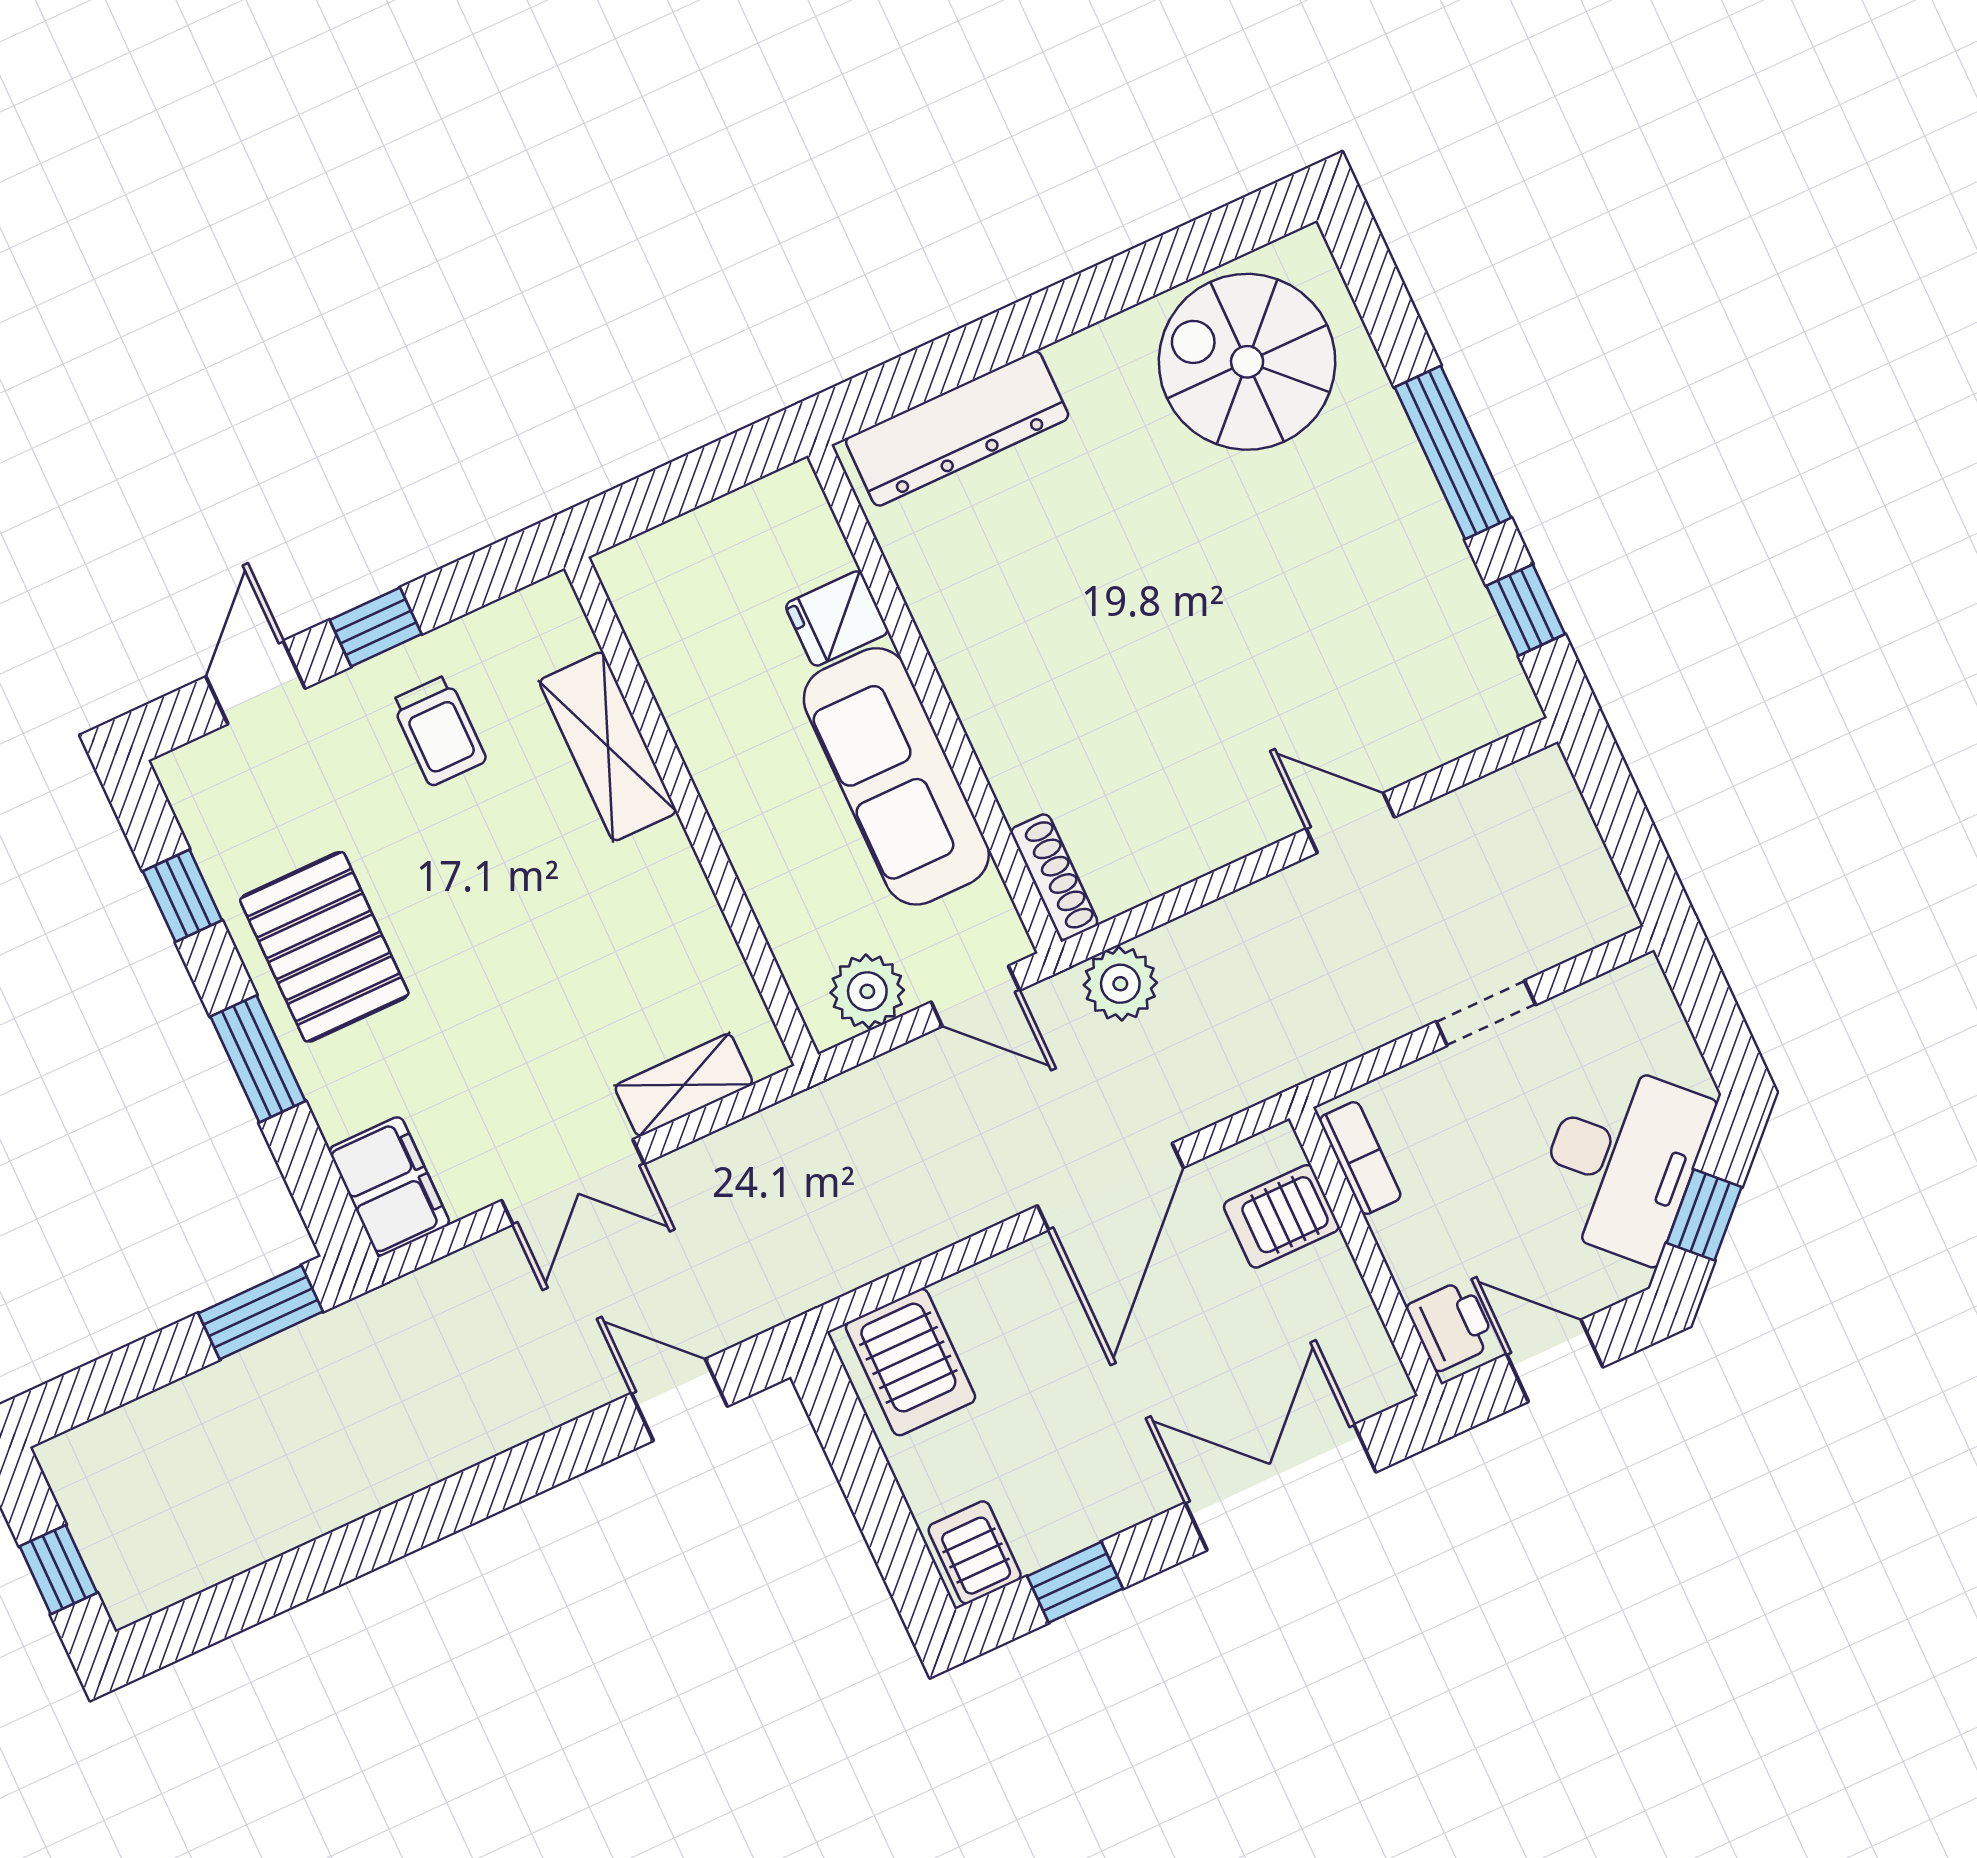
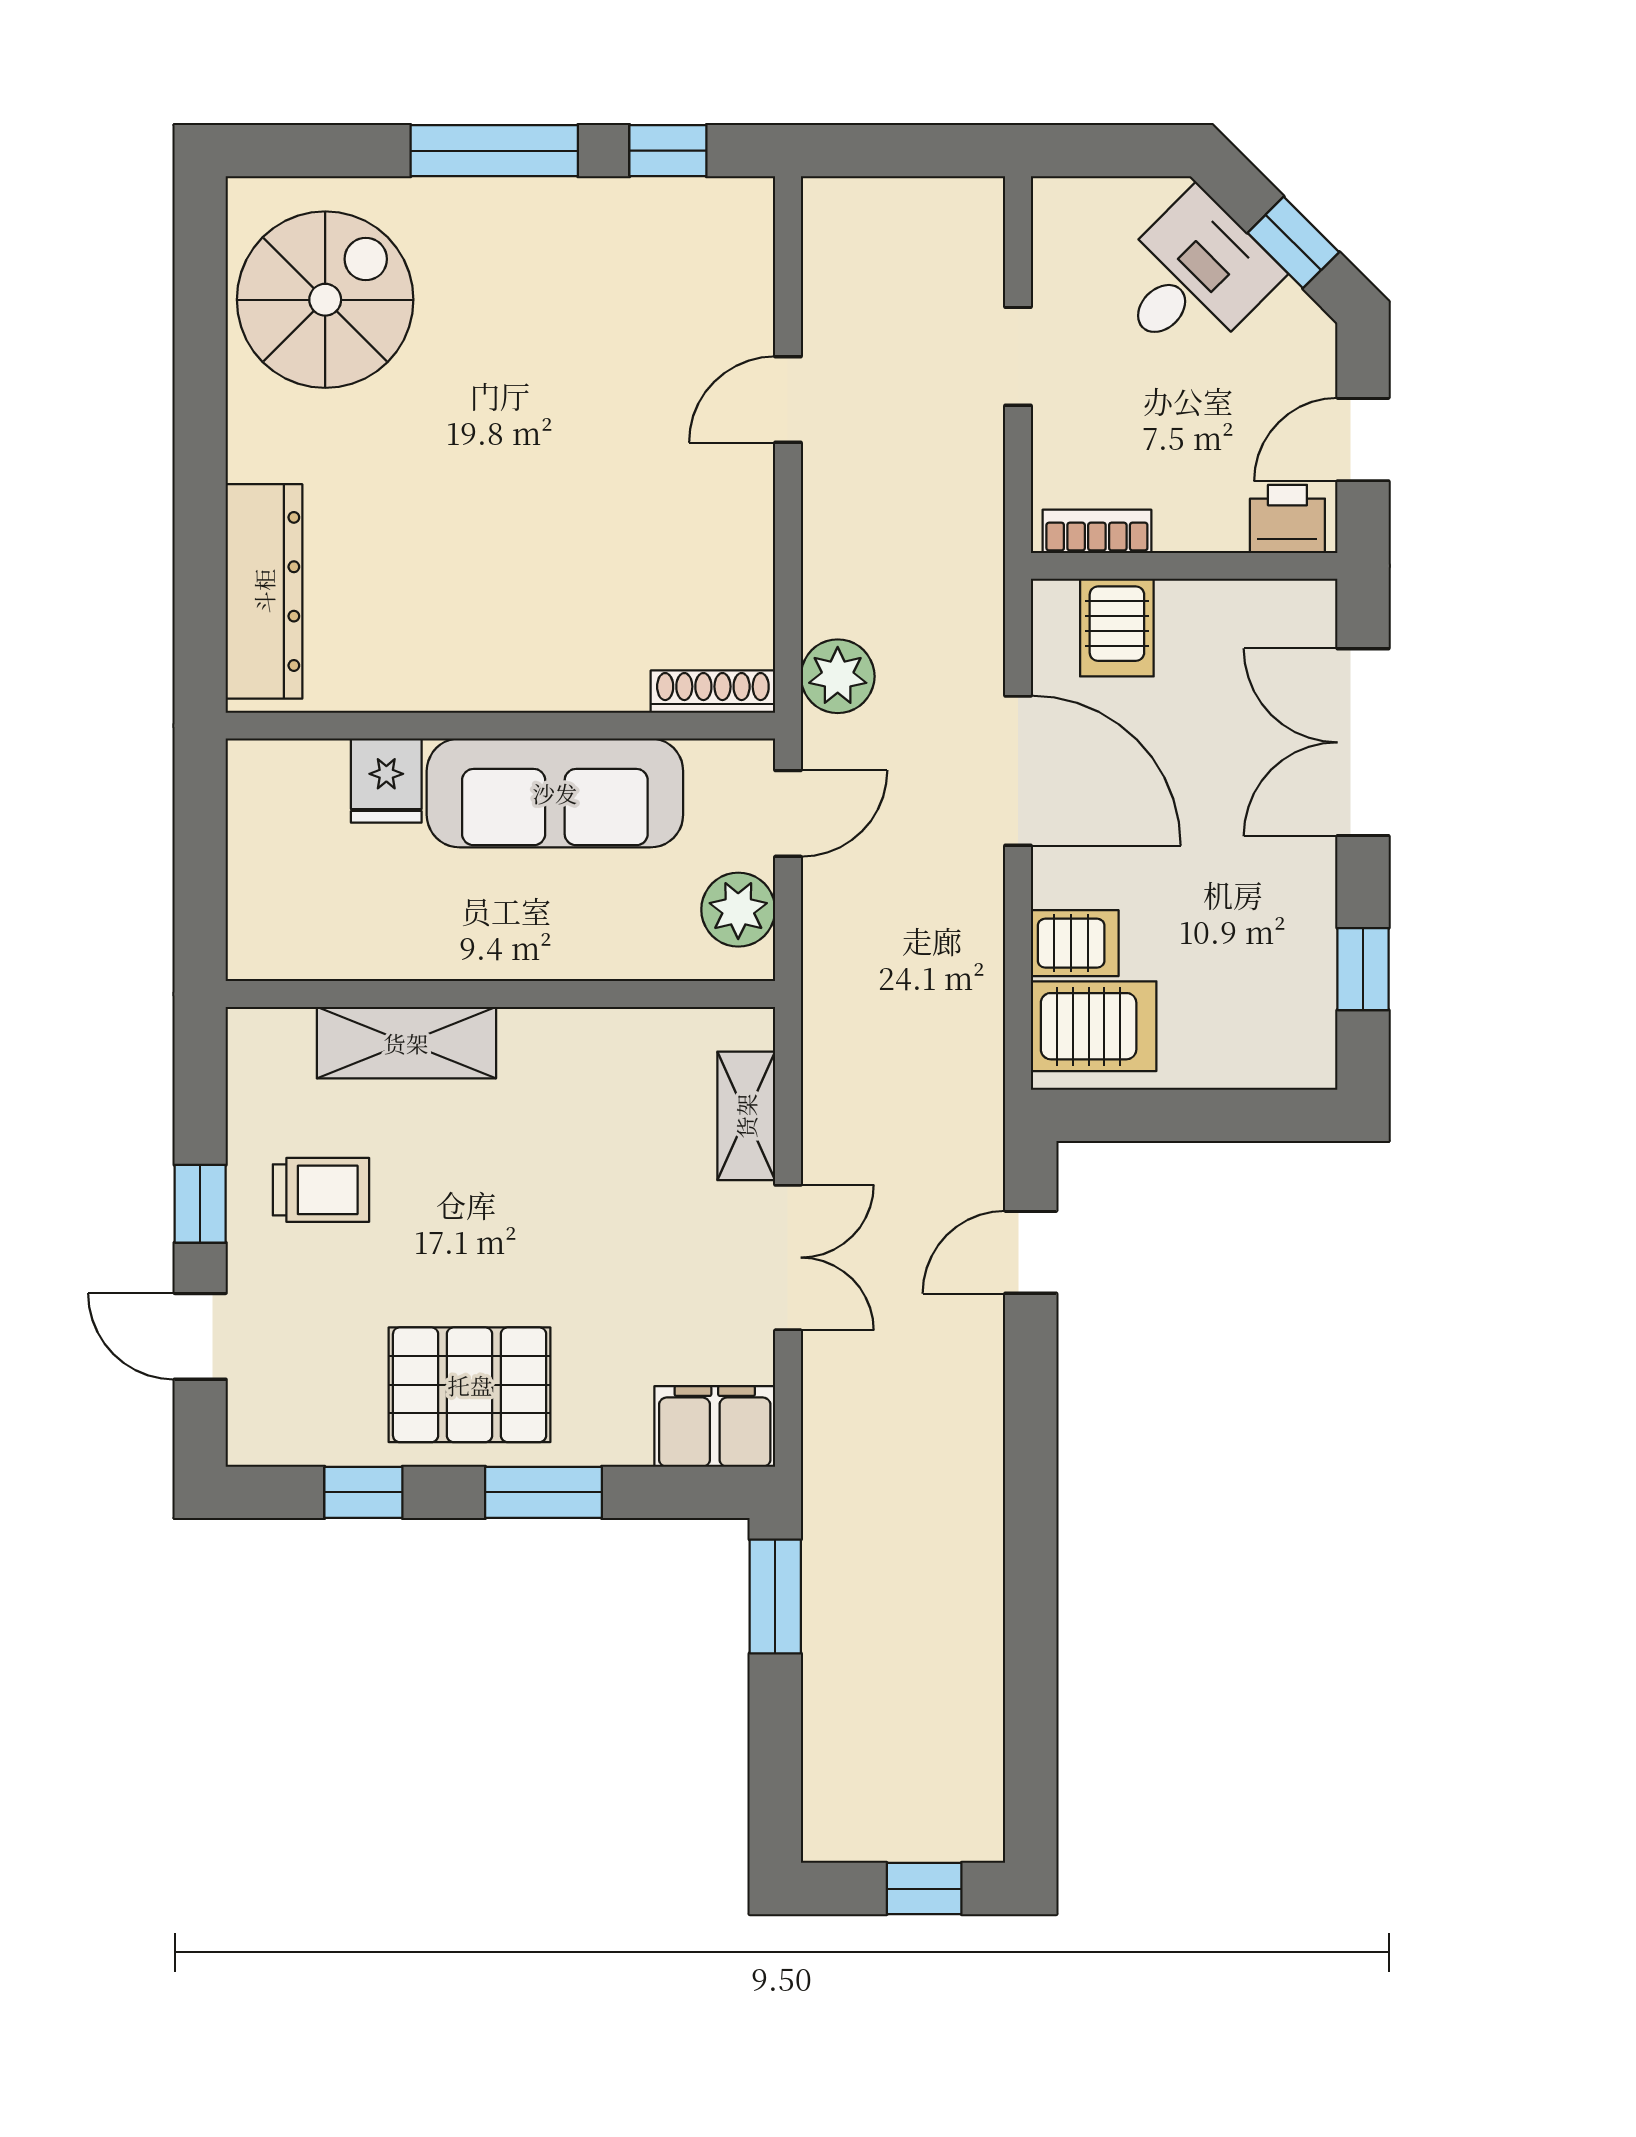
spiral stairs: (1247, 362) -> (325, 300), turned 180
desk: (1622, 1161) -> (1193, 278), width x0.73
server rack: (975, 1552) -> (1075, 943), moved, turned 180

